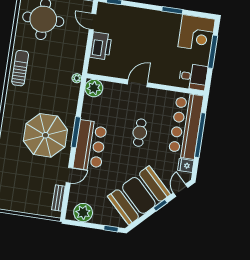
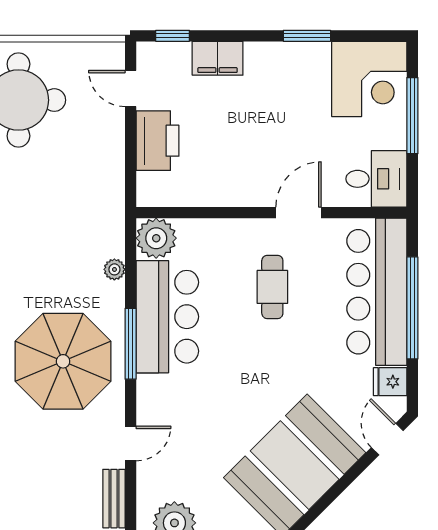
filing cabinet: (132, 14) -> (218, 58), added
plant: (77, 78) -> (114, 269), moved
door: (138, 83) -> (299, 213), moved
cafe table: (140, 133) -> (272, 287), moved
bar counter: (90, 146) -> (167, 317), moved
window: (160, 205) -> (346, 480), removed

